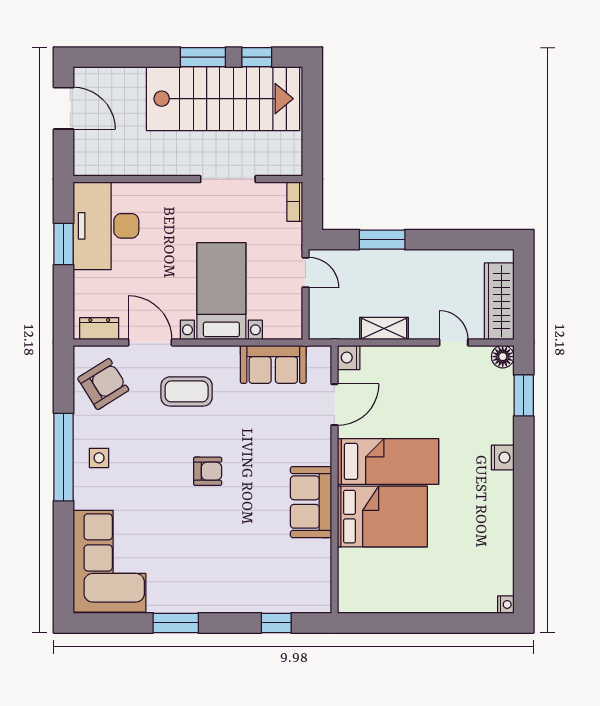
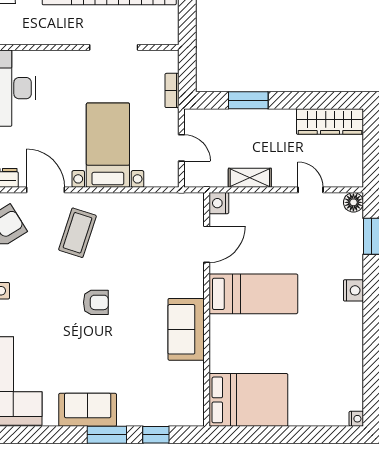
bookcase: (295, 202) -> (172, 90), moved
door: (306, 272) -> (181, 148), moved
wardrobe: (499, 301) -> (330, 121), moved, turned -90
sofa: (273, 364) -> (88, 410), moved, turned 180
coffee table: (187, 391) -> (77, 233), turned -72
bed: (382, 517) -> (248, 400), moved
window: (176, 623) -> (107, 435), moved

